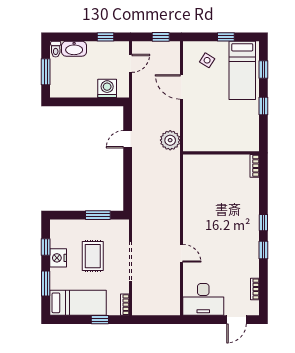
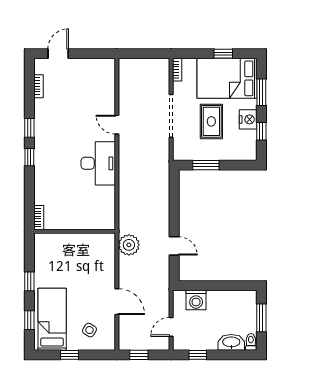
door: (128, 139) -> (174, 246), hinge flipped
desk: (203, 299) -> (98, 163), moved, turned 90
bed: (78, 303) -> (227, 78), width x1.50
window: (100, 320) -> (223, 54), moved

